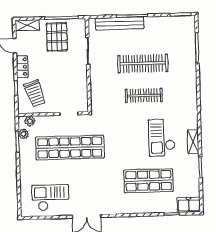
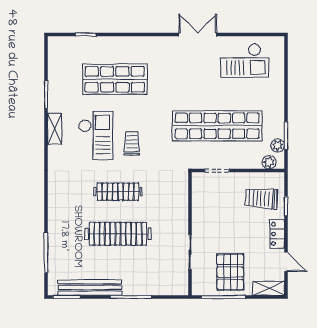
bench: (120, 23) -> (90, 287), moved
trolley: (35, 93) -> (261, 198), turned -67
trolley: (134, 132) -> (132, 143), added
freezer: (189, 205) -> (63, 46), removed

